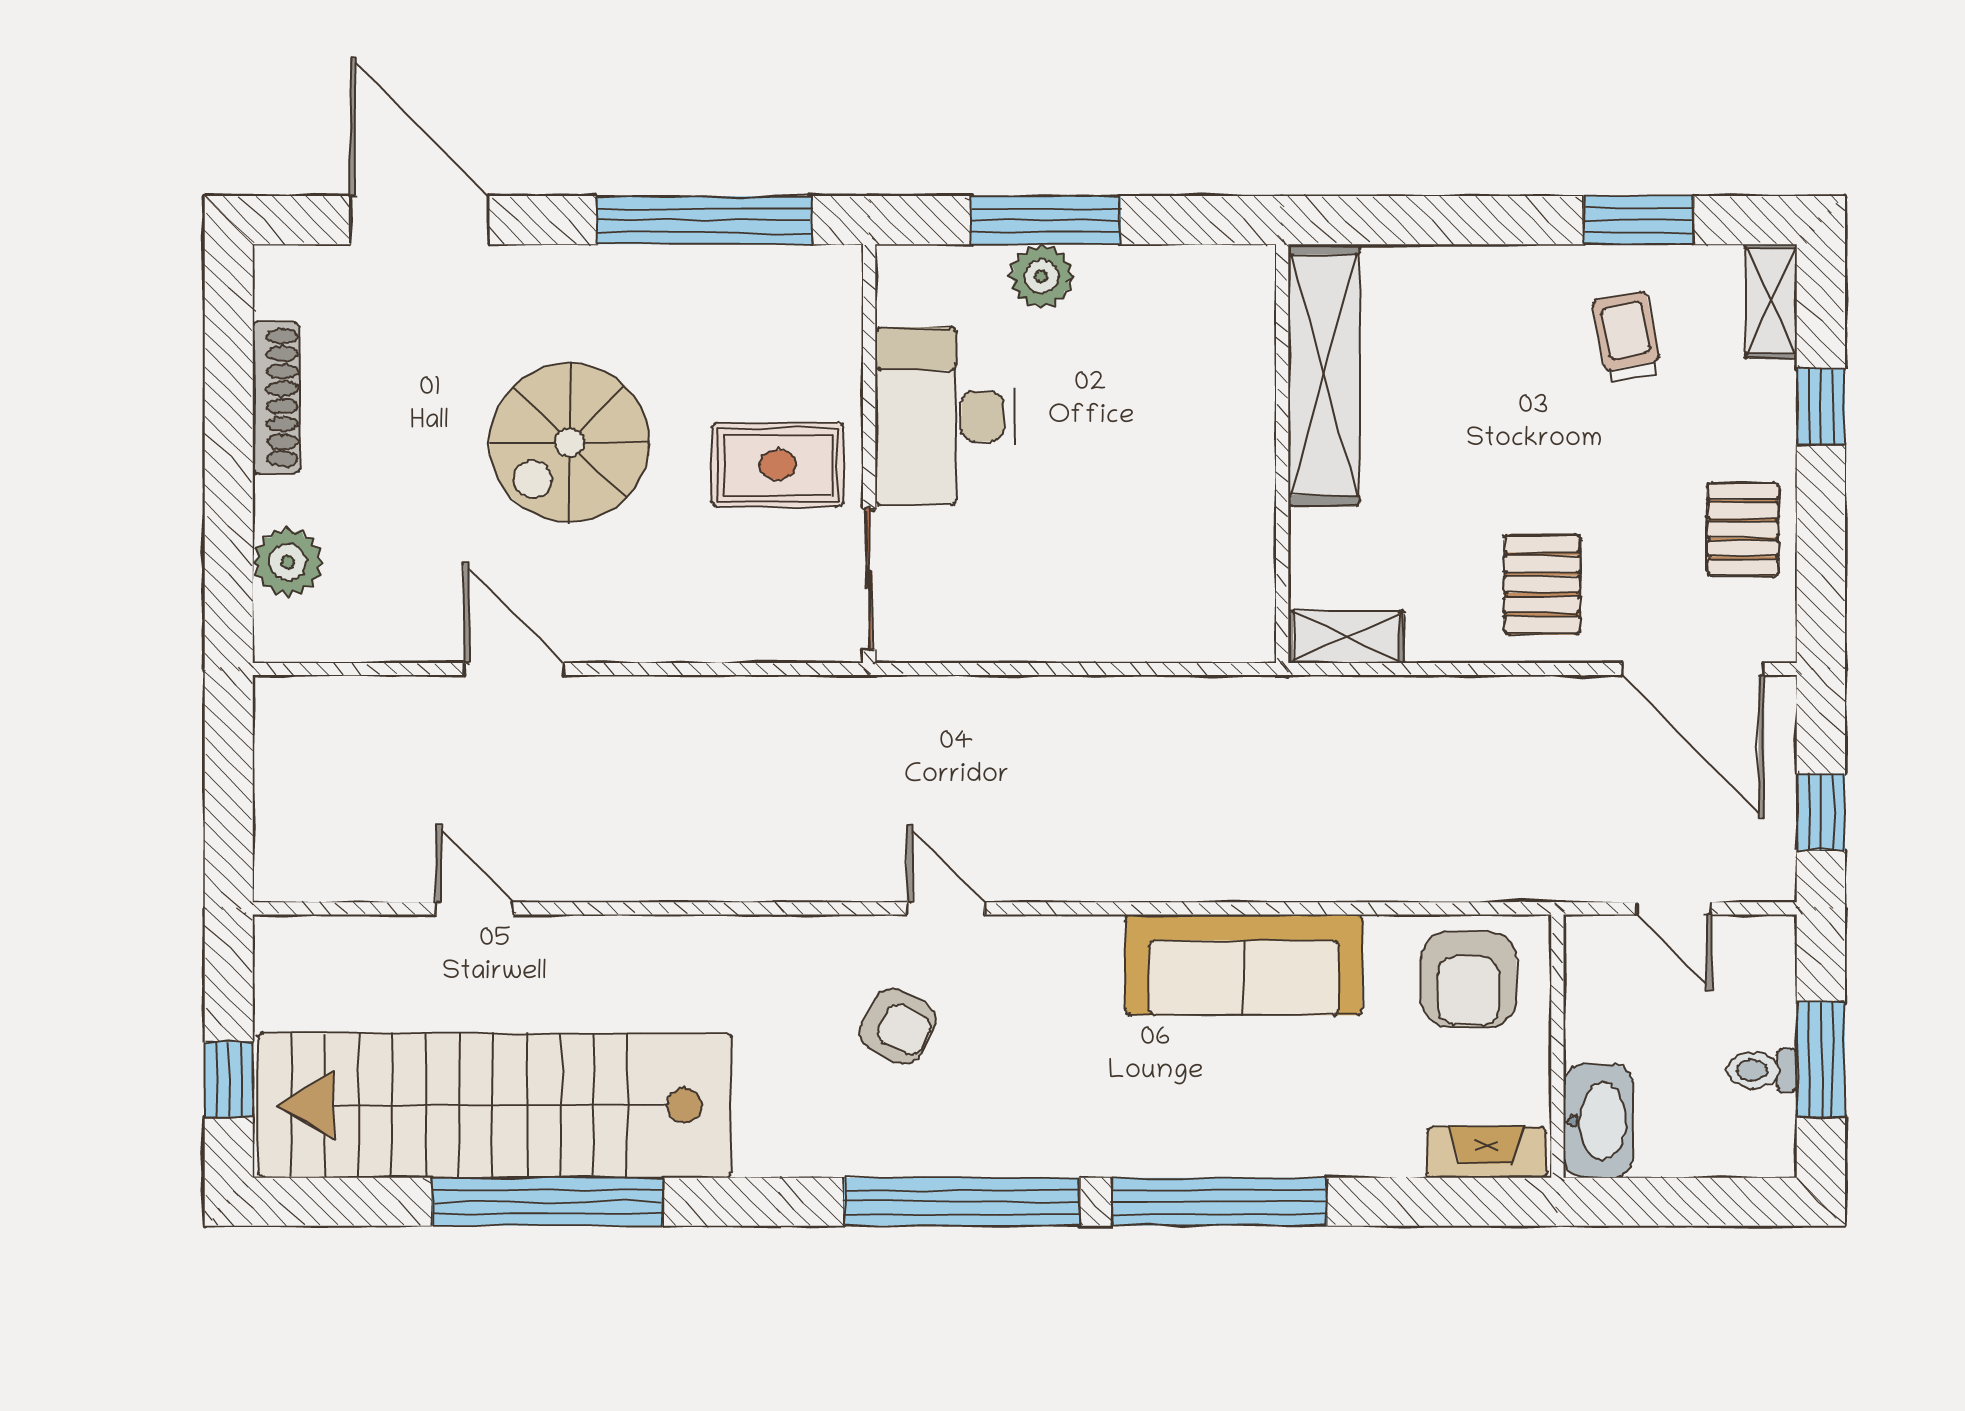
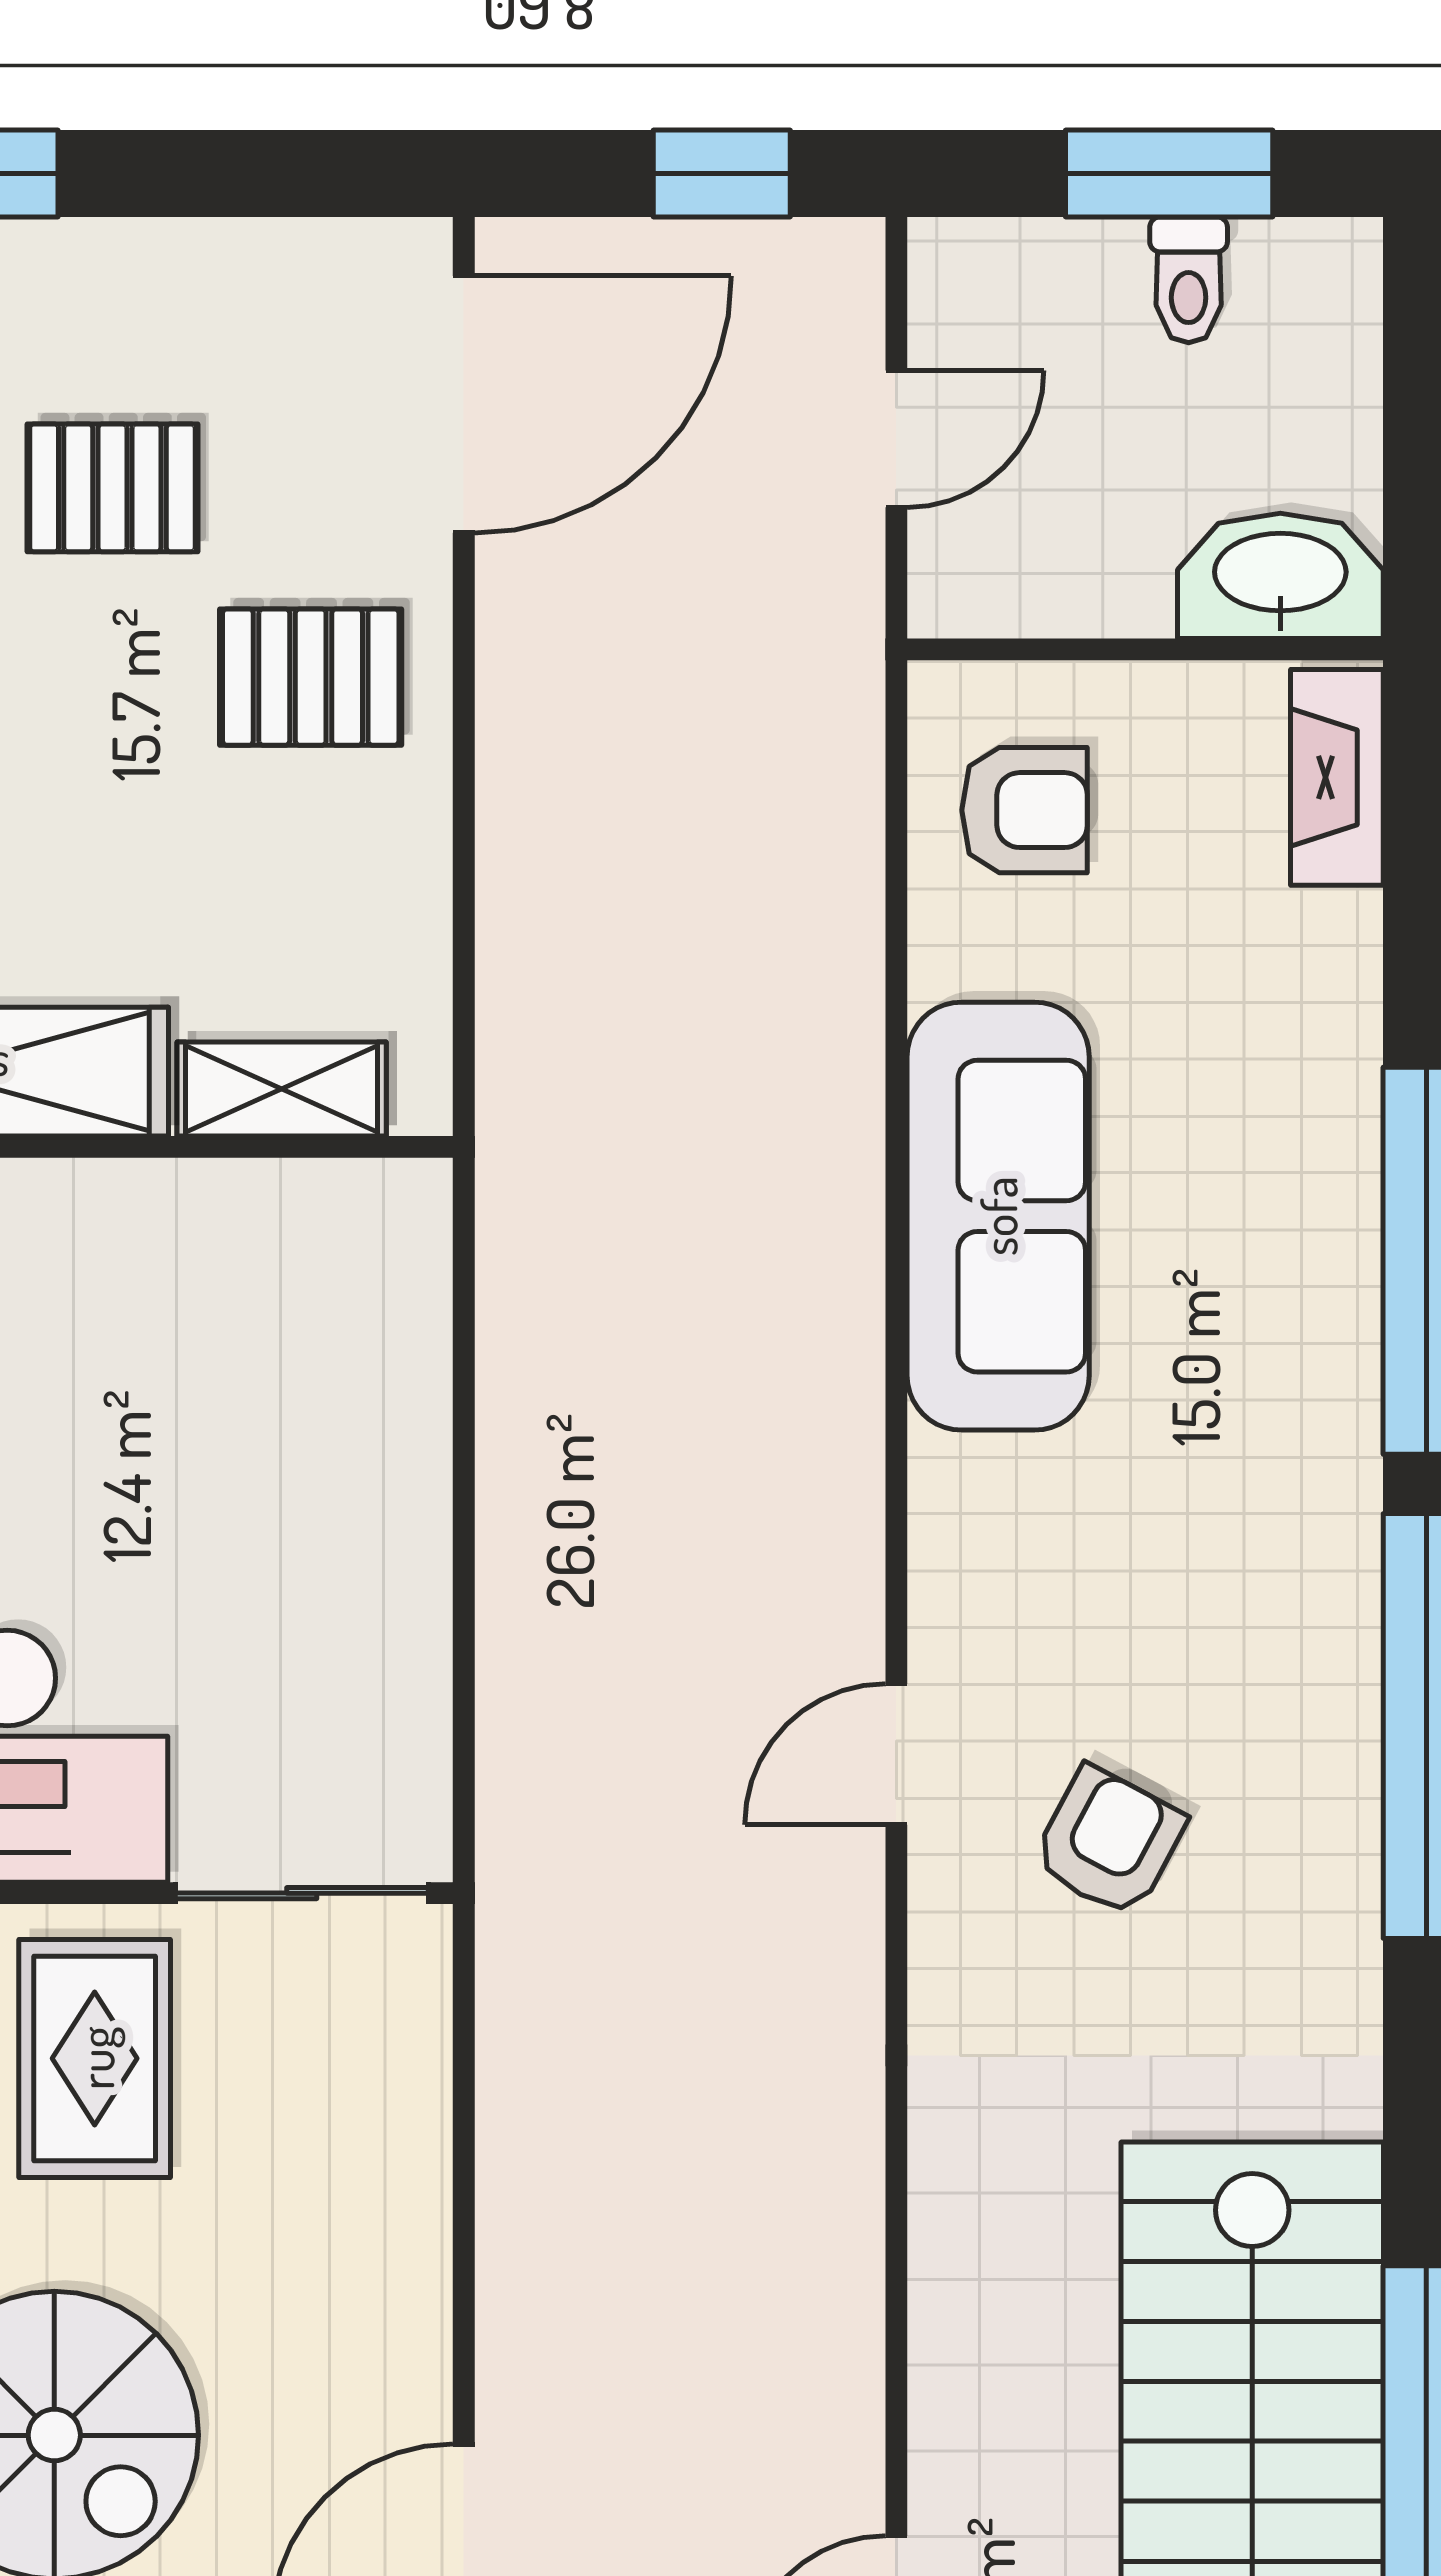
pallet: (1743, 529) -> (112, 488), moved
shelving: (1346, 637) -> (282, 1089), moved, turned 90
armchair: (1469, 979) -> (1025, 810), width x0.72, depth x0.72

